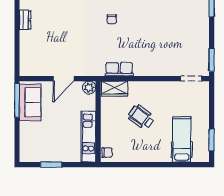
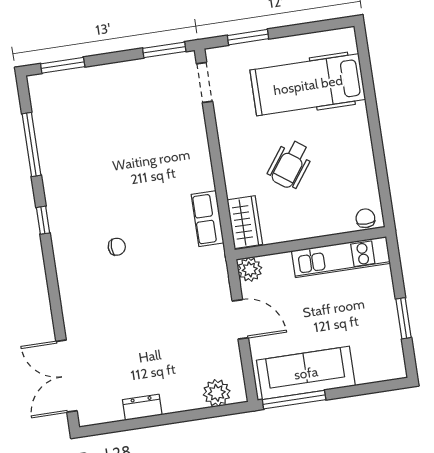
plant: (27, 60) -> (217, 393), added
sofa: (30, 102) -> (306, 373), width x1.36
hospital bed: (182, 139) -> (308, 85), width x1.37, depth x1.29
window: (212, 140) -> (248, 37), moved

